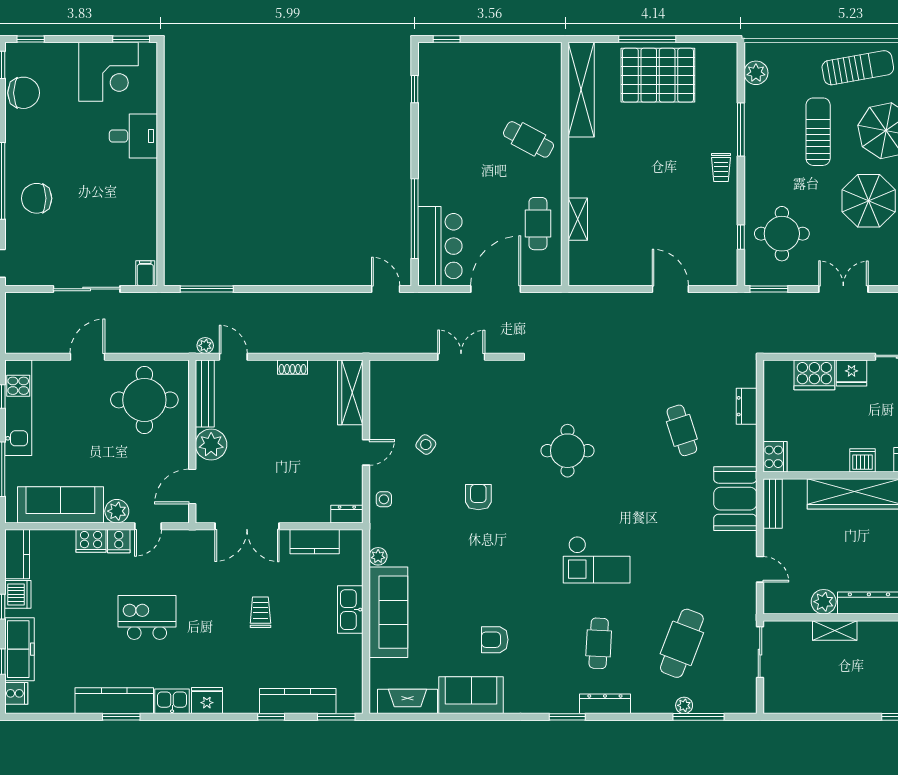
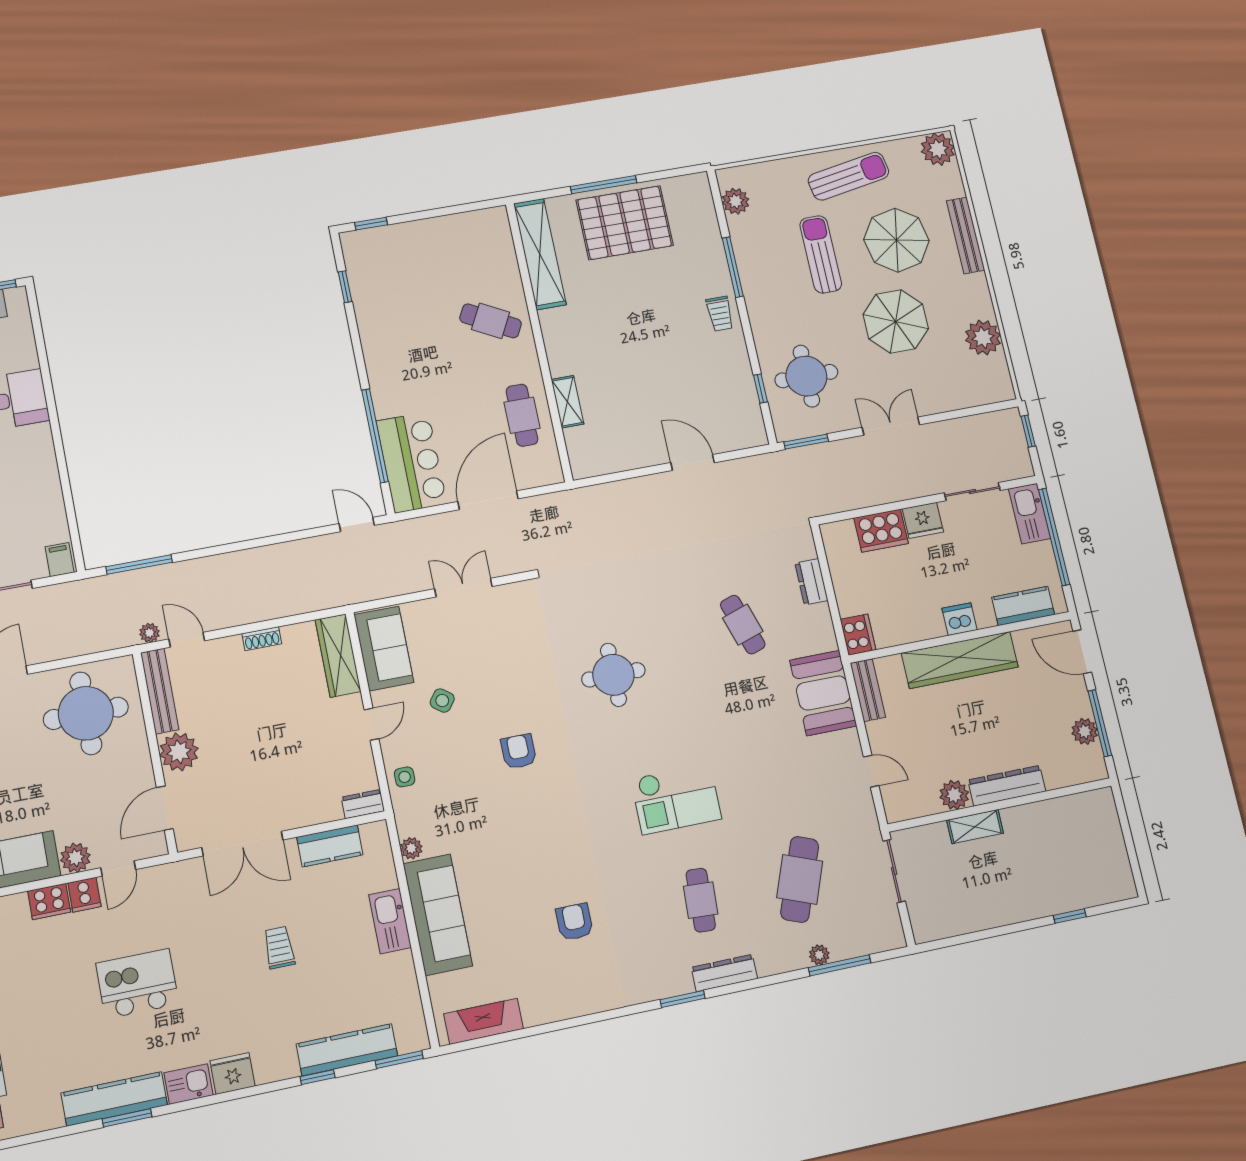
armchair: (495, 640) -> (574, 922), turned 90
sofa: (471, 695) -> (384, 649), moved, turned 90

